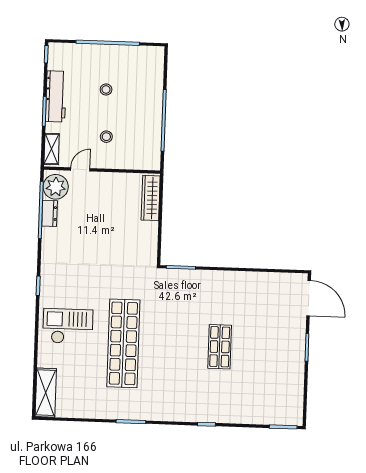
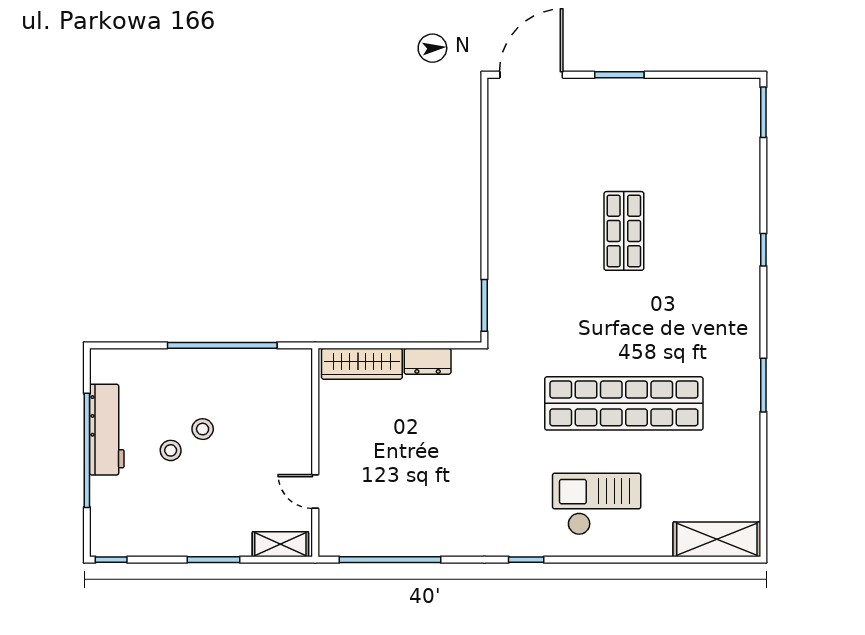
workbench: (56, 96) -> (107, 430), moved, turned 90
stool: (106, 137) -> (203, 429), moved
plant: (56, 187) -> (348, 534), removed
dresser: (50, 213) -> (428, 361), moved, turned 180
checkout: (68, 326) -> (597, 504), turned 90
shop shelf: (220, 347) -> (624, 231), turned 90

